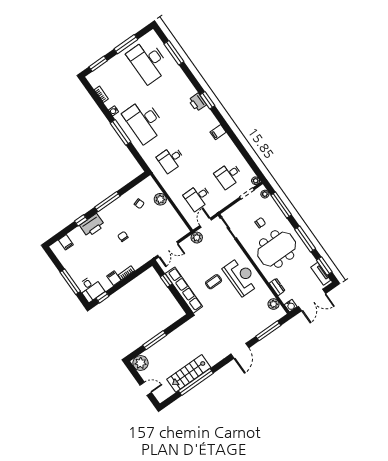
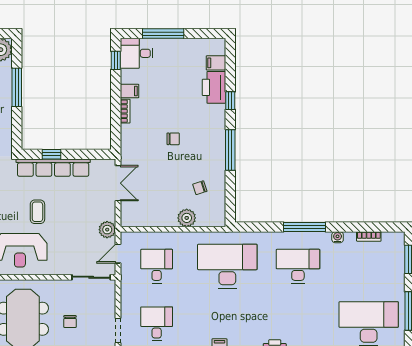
desk: (144, 121) -> (298, 266), width x0.73, depth x0.77
desk: (171, 159) -> (227, 266), width x1.87, depth x1.30
door: (206, 223) -> (118, 254), swing flipped
printer: (92, 225) -> (214, 87), moved
double door: (168, 249) -> (118, 183), swing flipped
window: (166, 280) -> (52, 154), moved

